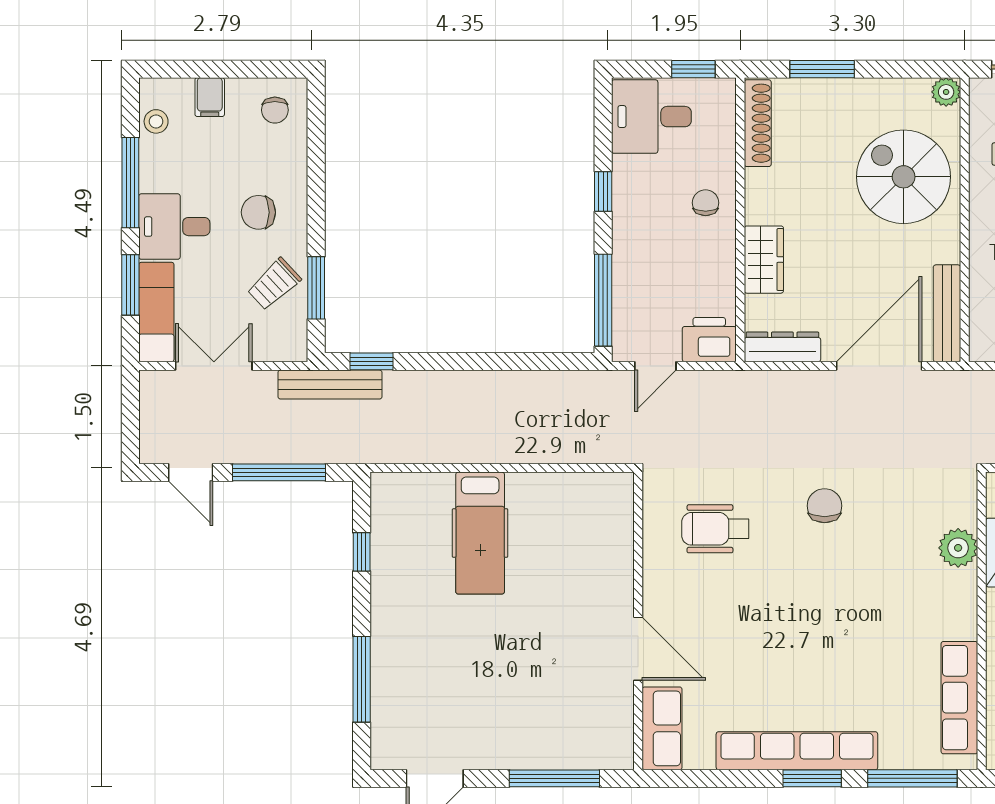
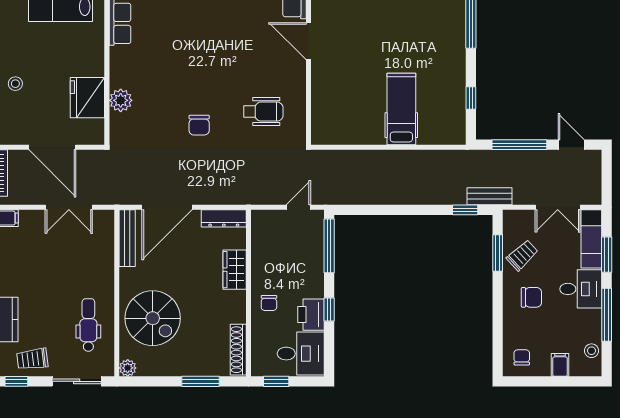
printer: (709, 340) -> (311, 315), moved, turned 90
bench: (330, 385) -> (489, 196), width x0.73

